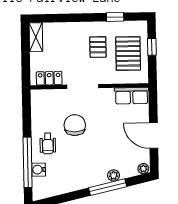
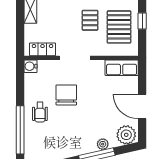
plant: (143, 169) -> (126, 135), width x1.88, depth x1.88
water cooler: (39, 170) -> (31, 66), moved

